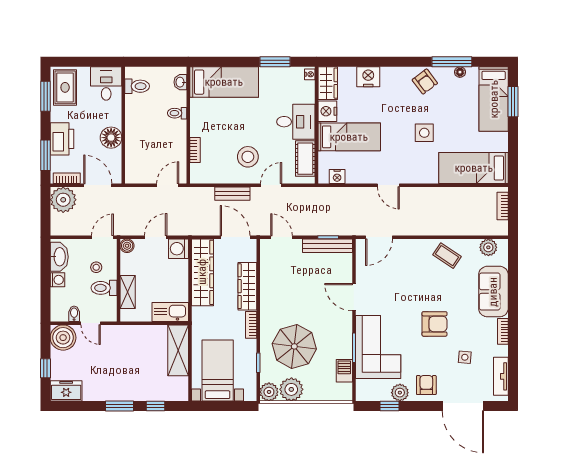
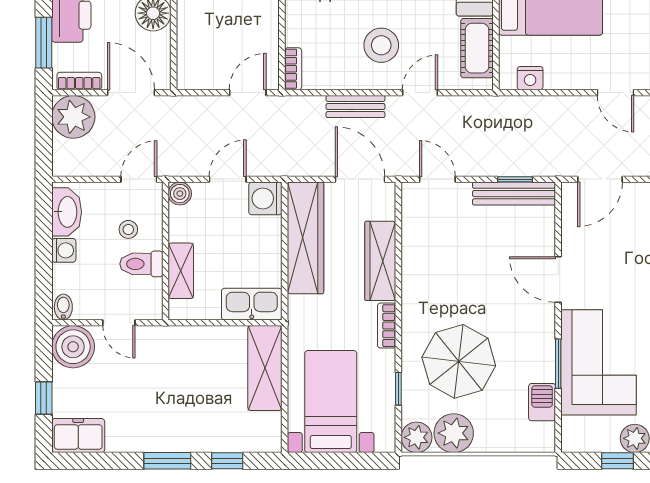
bookcase: (195, 150) -> (293, 69), moved
bidet: (74, 314) -> (63, 307), moved

